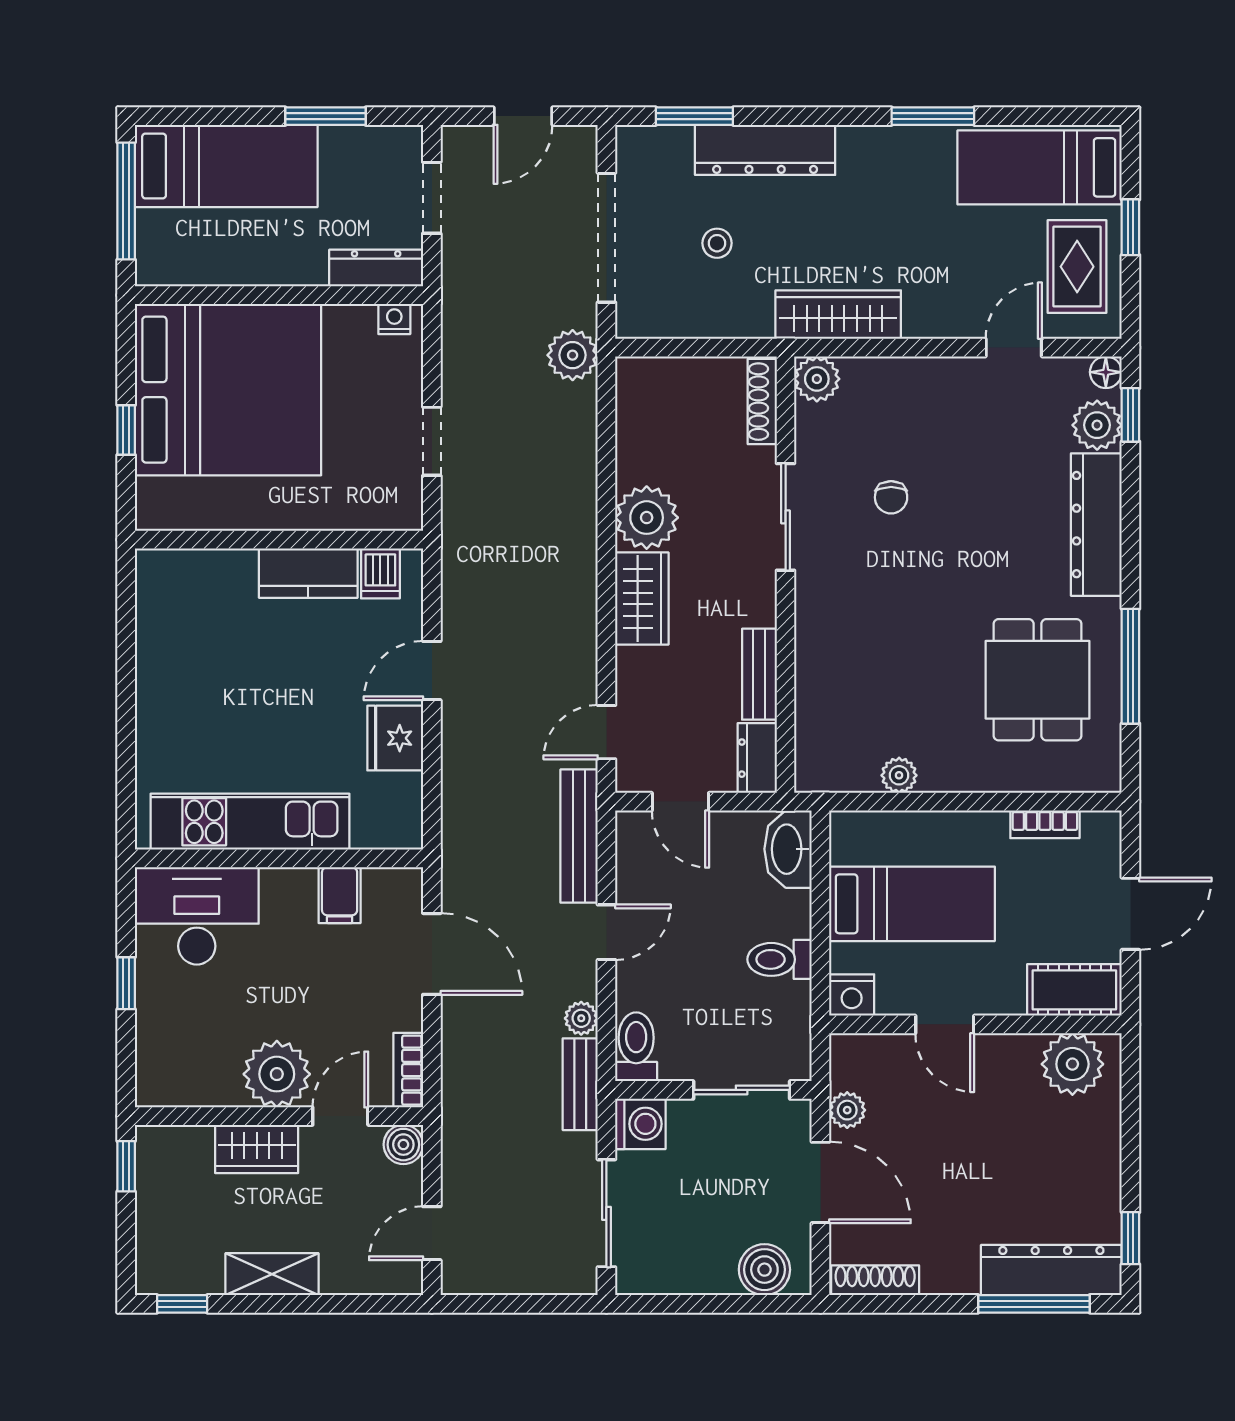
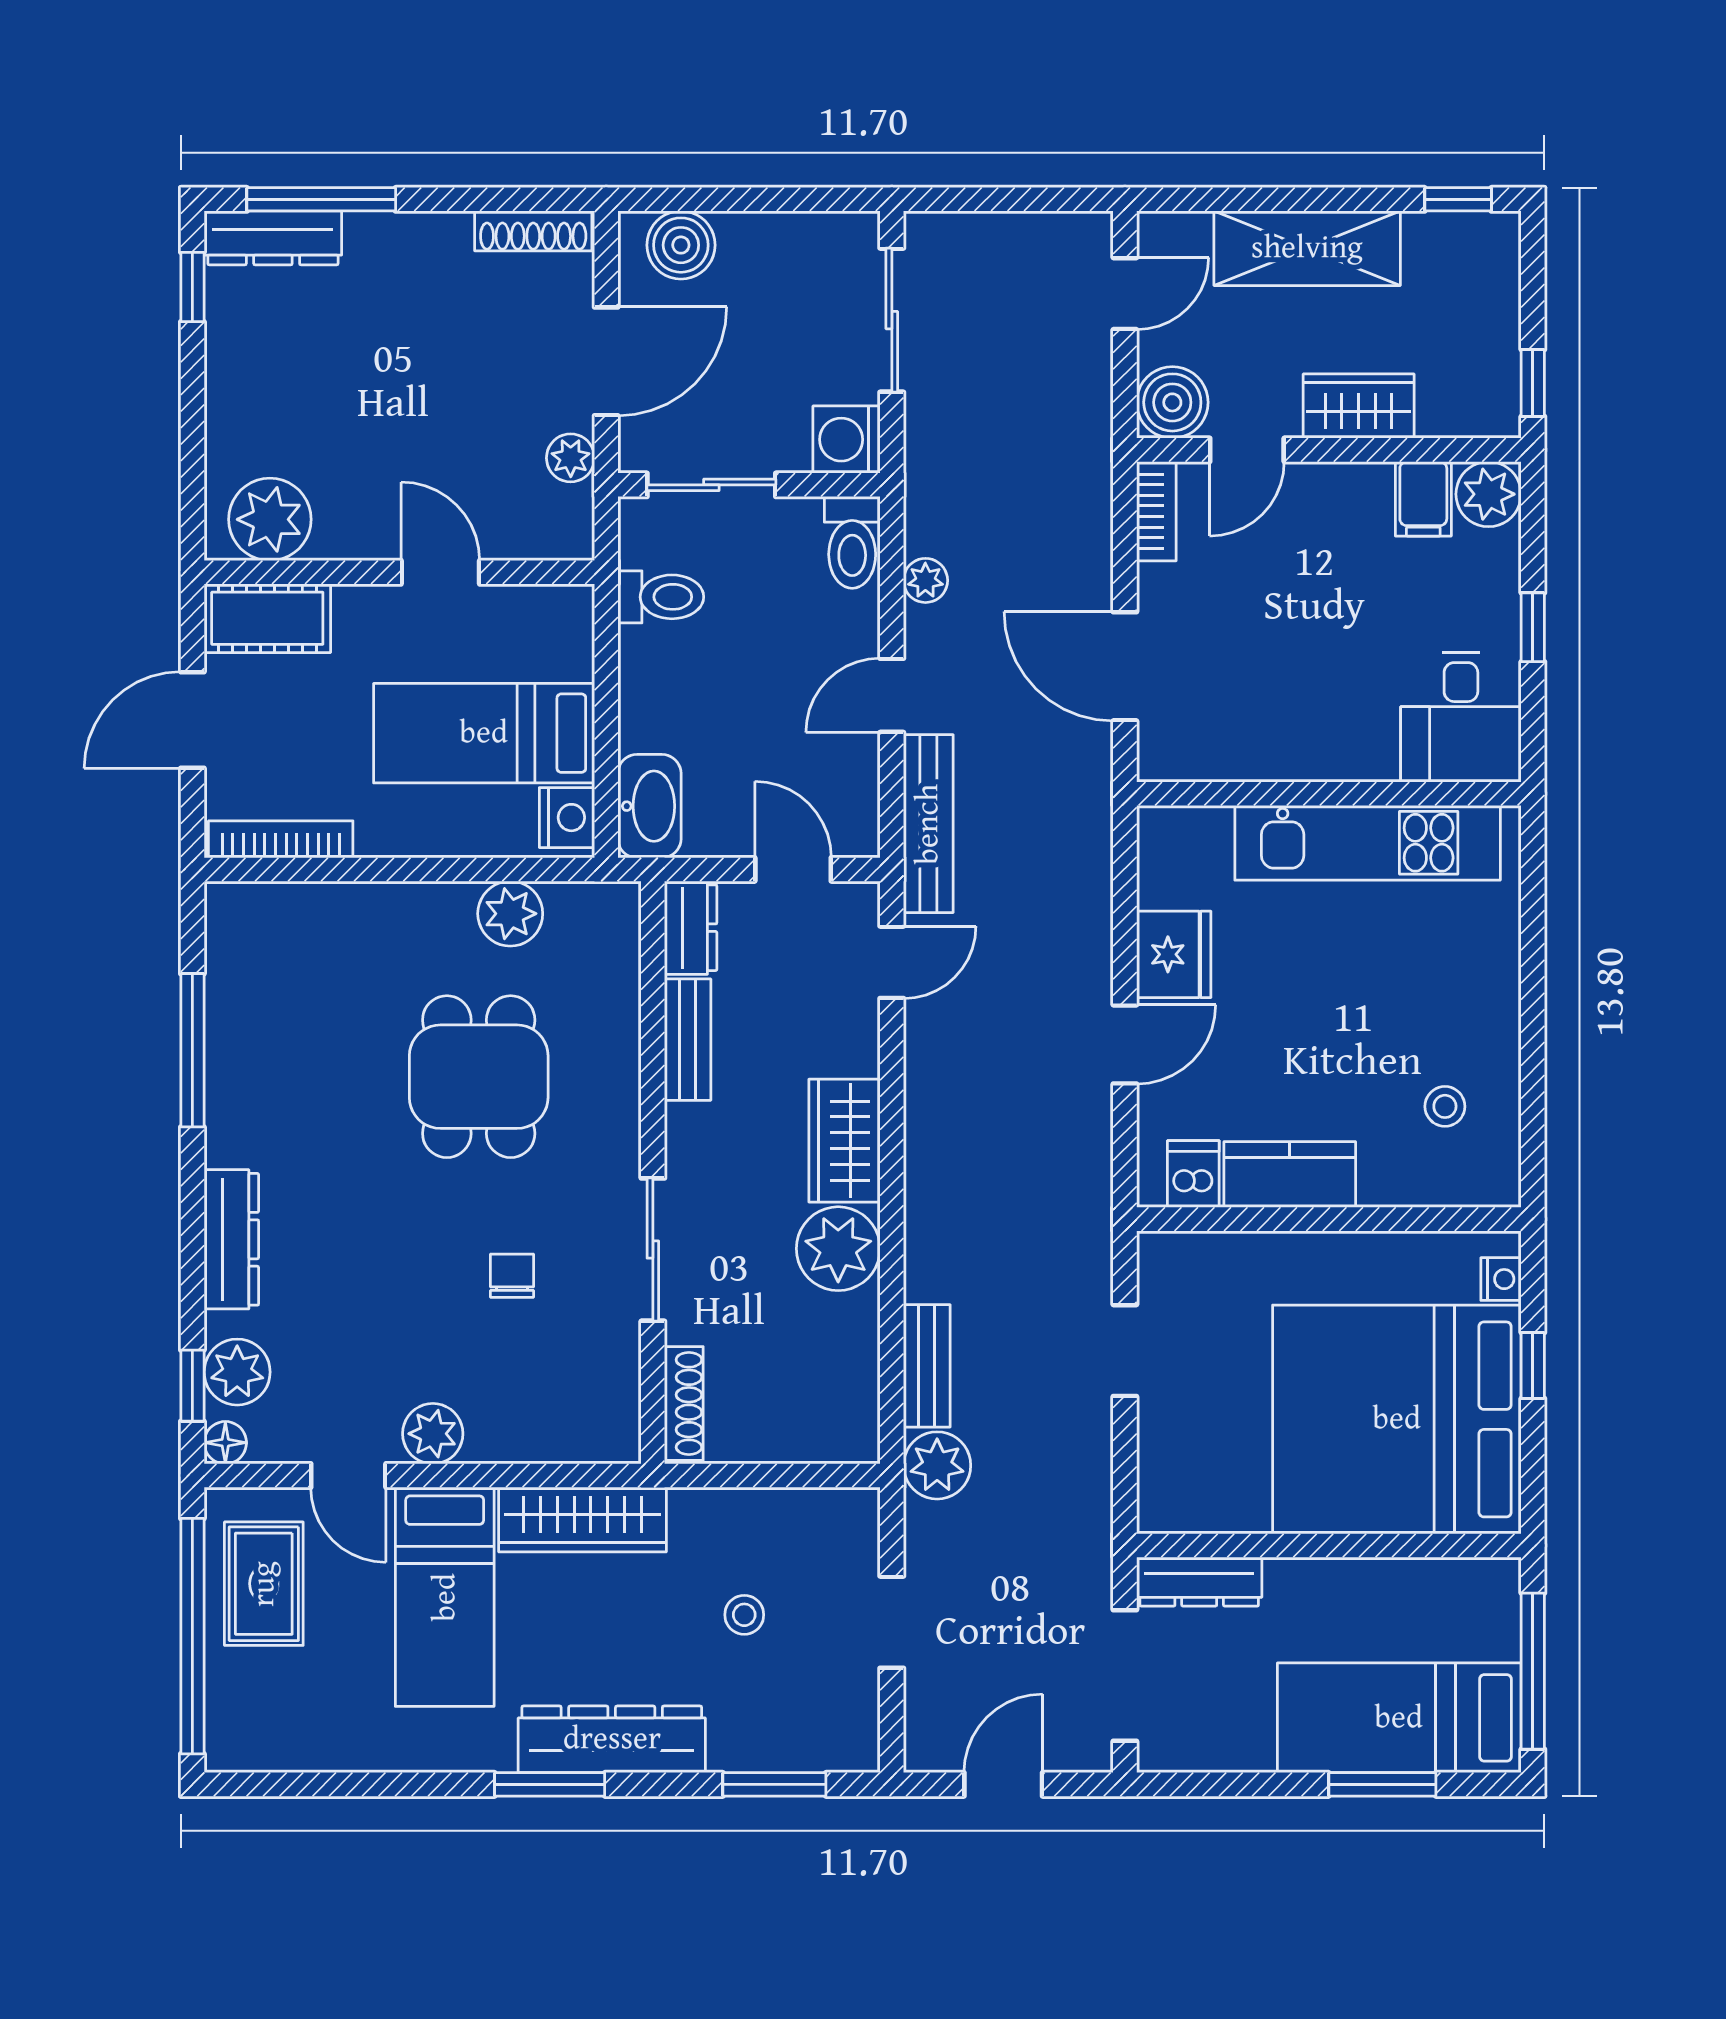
window: (326, 116) -> (1382, 1784), moved
window: (933, 116) -> (550, 1784), moved
dresser: (765, 150) -> (612, 1739), moved
bed: (1040, 167) -> (445, 1597), moved, turned 90
doorway: (432, 198) -> (1125, 1675), width x1.38
window: (1130, 227) -> (192, 1636), width x3.17
doorway: (606, 238) -> (892, 1622), width x0.53
nightstand: (394, 319) -> (1501, 1279), moved, turned -90
door: (1014, 348) -> (348, 1476), hinge flipped
plant: (817, 379) -> (433, 1434), moved
dresser: (1096, 525) -> (231, 1239), width x0.73, depth x0.80
stool: (192, 624) -> (1445, 1106), added
dining table: (1038, 680) -> (479, 1077), moved
plant: (899, 775) -> (510, 914), width x1.38, depth x1.38
bookcase: (1045, 824) -> (281, 839), width x1.56
filing cabinet: (340, 895) -> (1423, 499), moved, turned 180
desk: (197, 916) -> (1461, 717), width x0.73
toilet: (780, 959) -> (661, 597), moved
nightstand: (852, 995) -> (567, 818), moved, turned 90
plant: (277, 1074) -> (1489, 494), moved, width x0.73, depth x0.73
bench: (580, 1084) -> (927, 1366), moved
boiler: (403, 1145) -> (1172, 402), width x1.36, depth x1.36
door: (820, 1182) -> (606, 361), swing flipped
dresser: (1051, 1270) -> (273, 238), width x0.73, depth x0.80
shelving: (272, 1274) -> (1307, 248), width x1.50, depth x1.33

